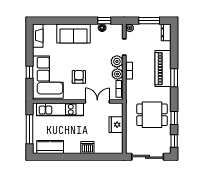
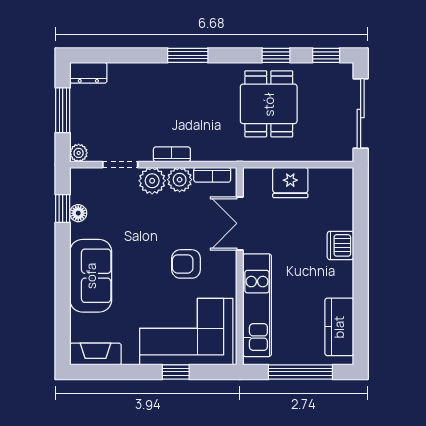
piano: (163, 69) -> (168, 80), removed

